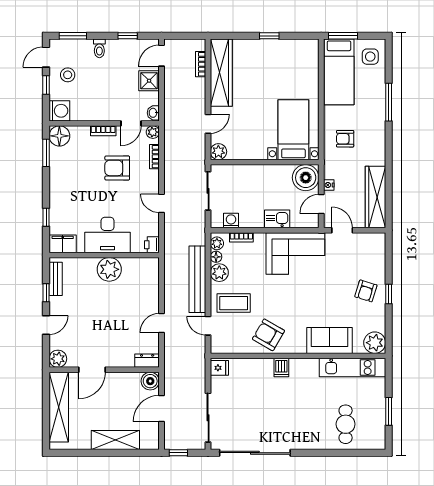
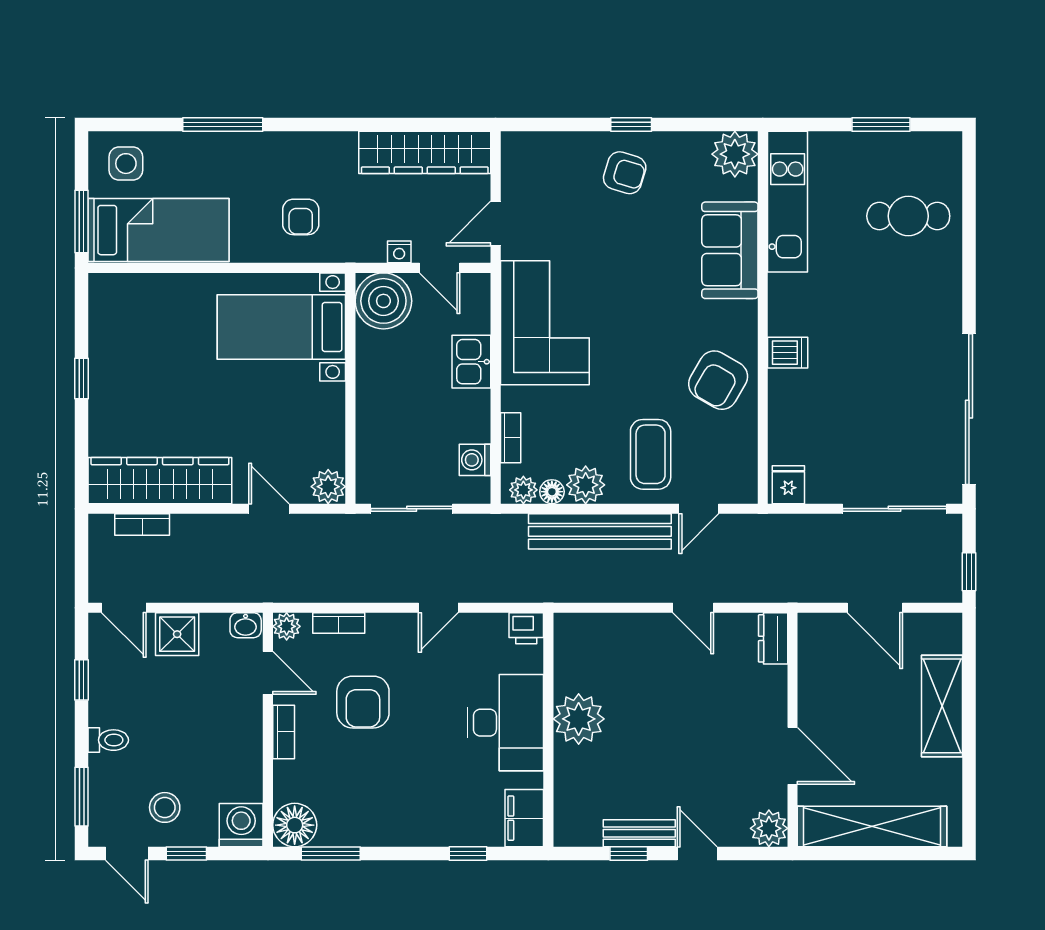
bench: (56, 279) -> (639, 833), moved
boiler: (150, 381) -> (817, 632), removed

